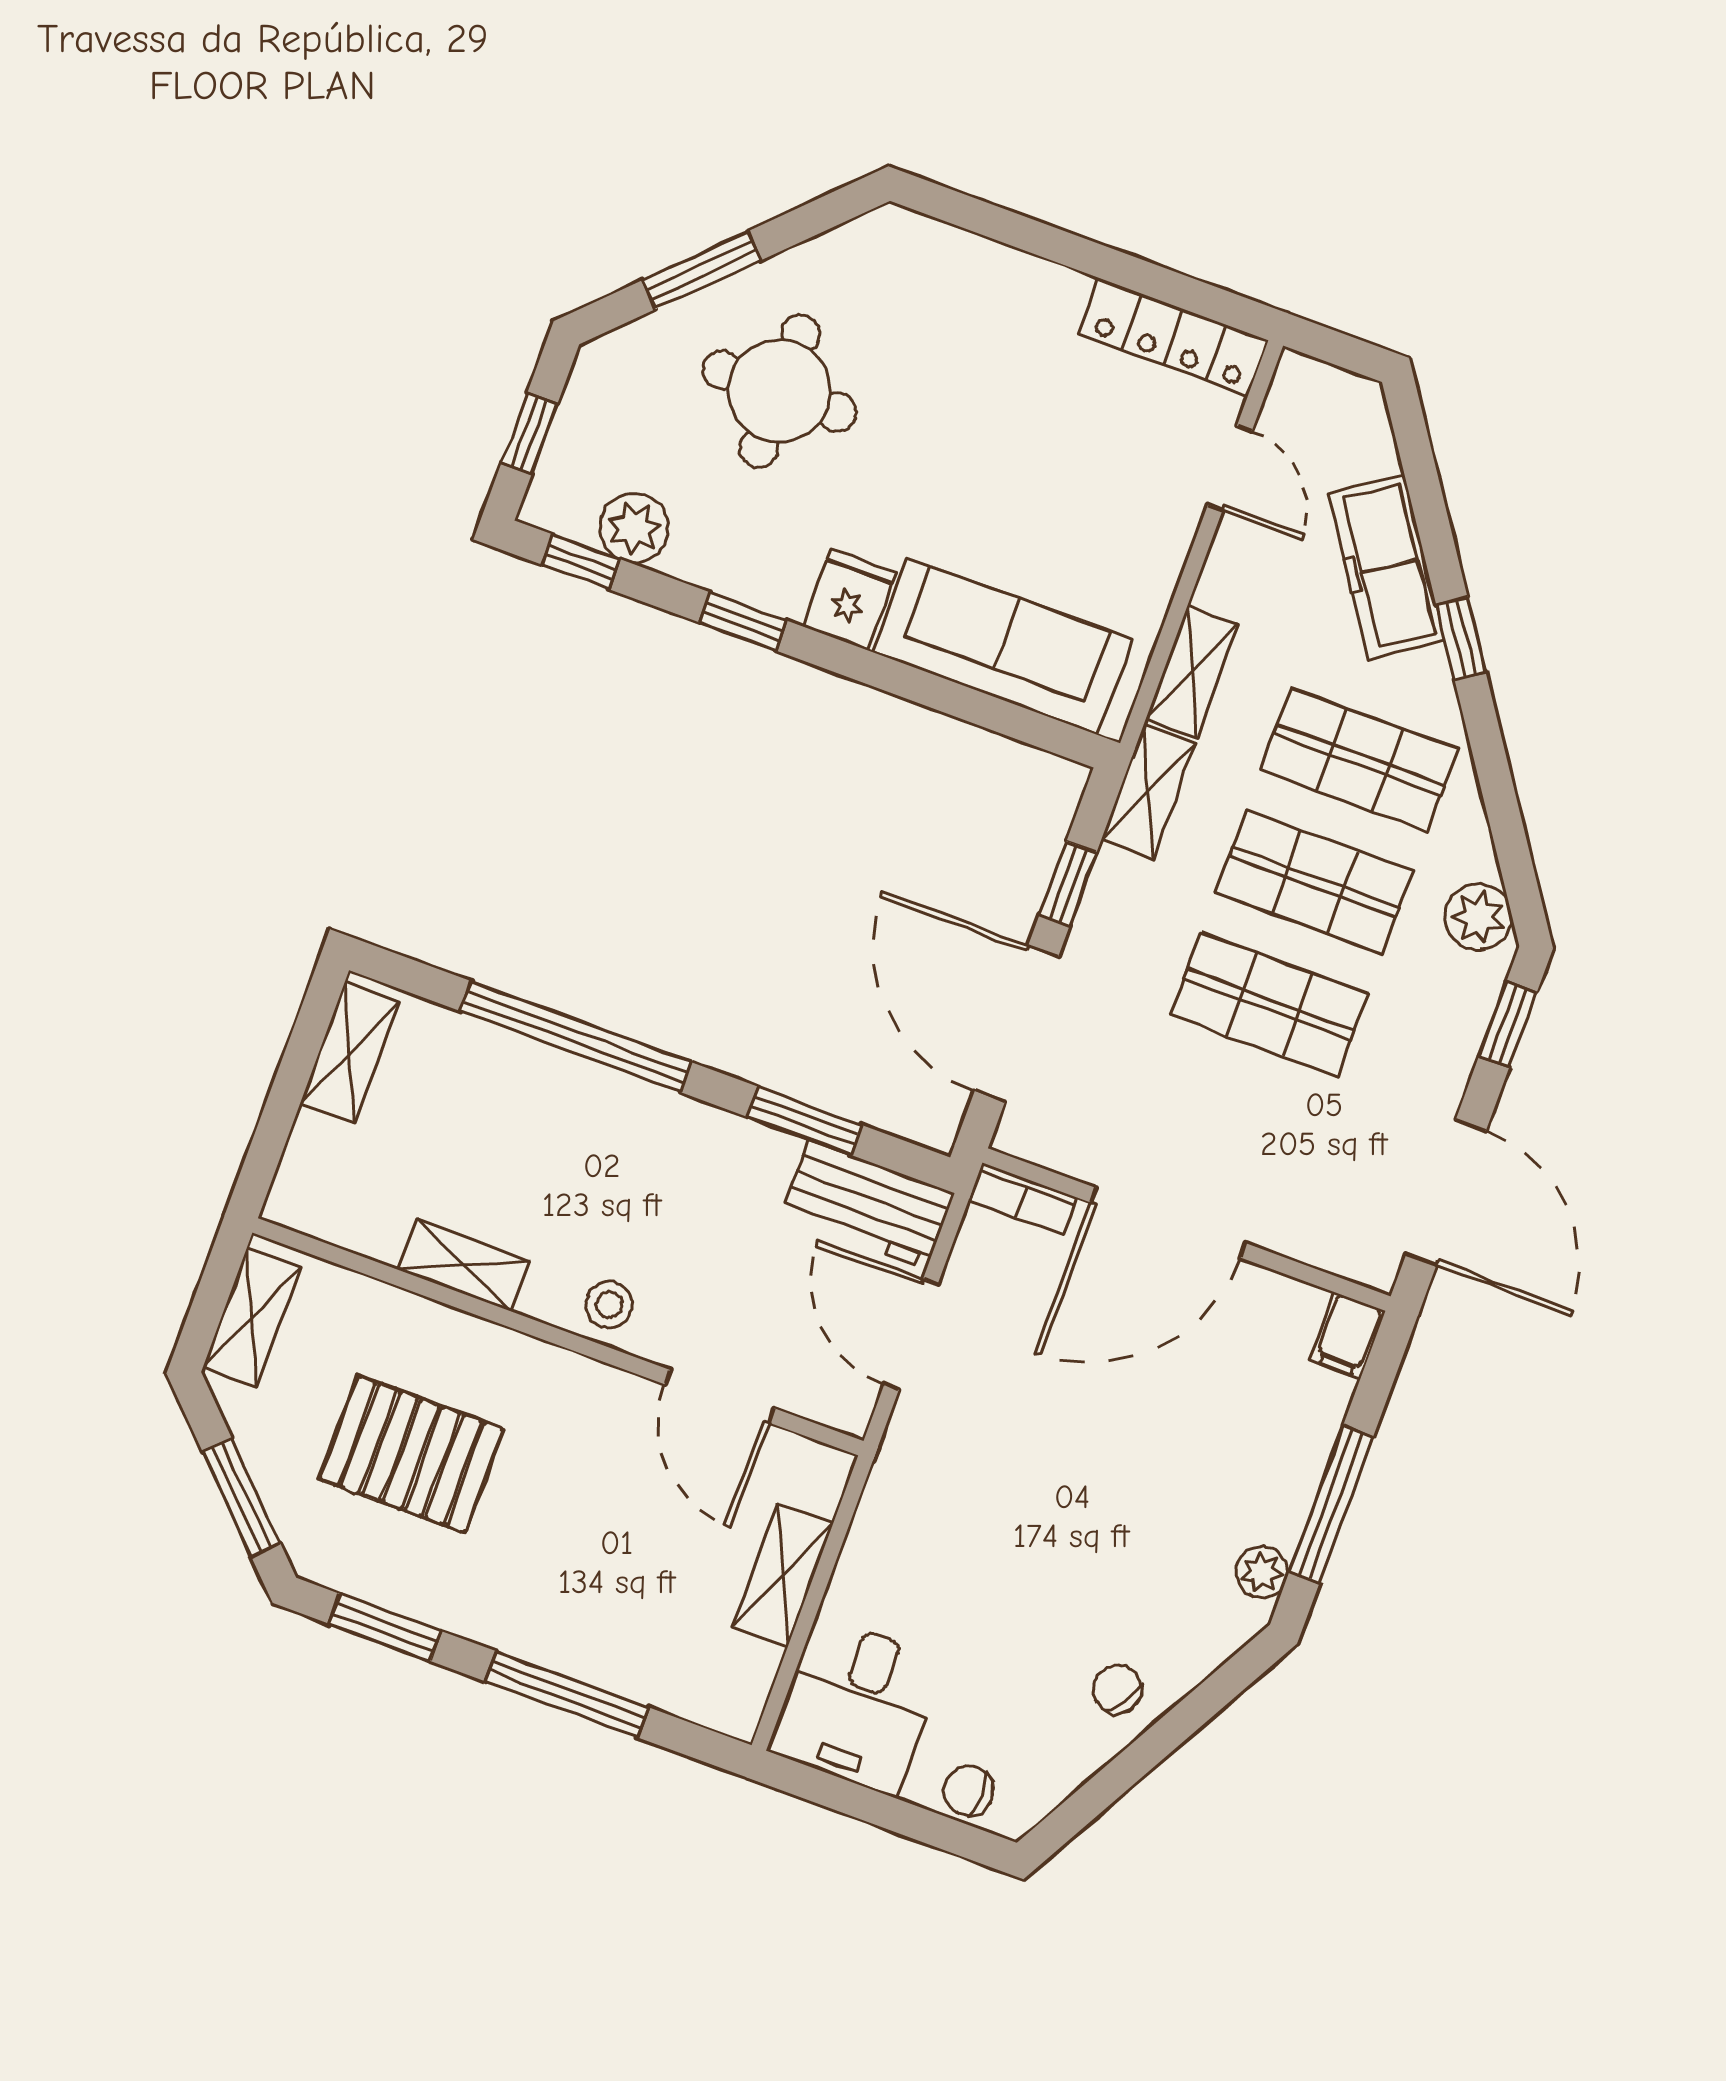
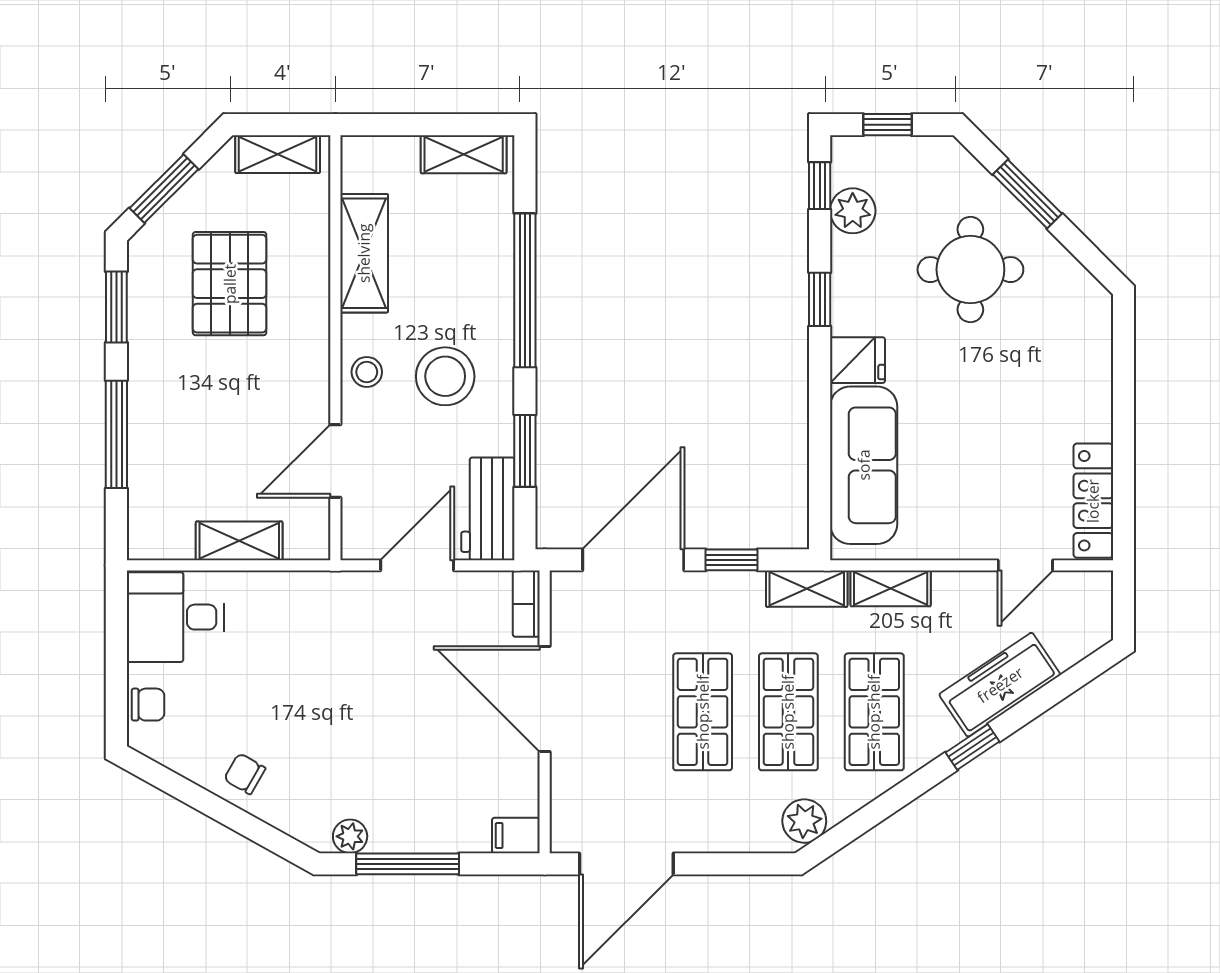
window: (1508, 1024) -> (745, 864), removed
stool: (656, 1195) -> (445, 376), added
shelving: (464, 1265) -> (364, 253), width x1.50, depth x1.33
chair: (1117, 1689) -> (245, 774), turned -95
chair: (968, 1791) -> (148, 705), turned 90

